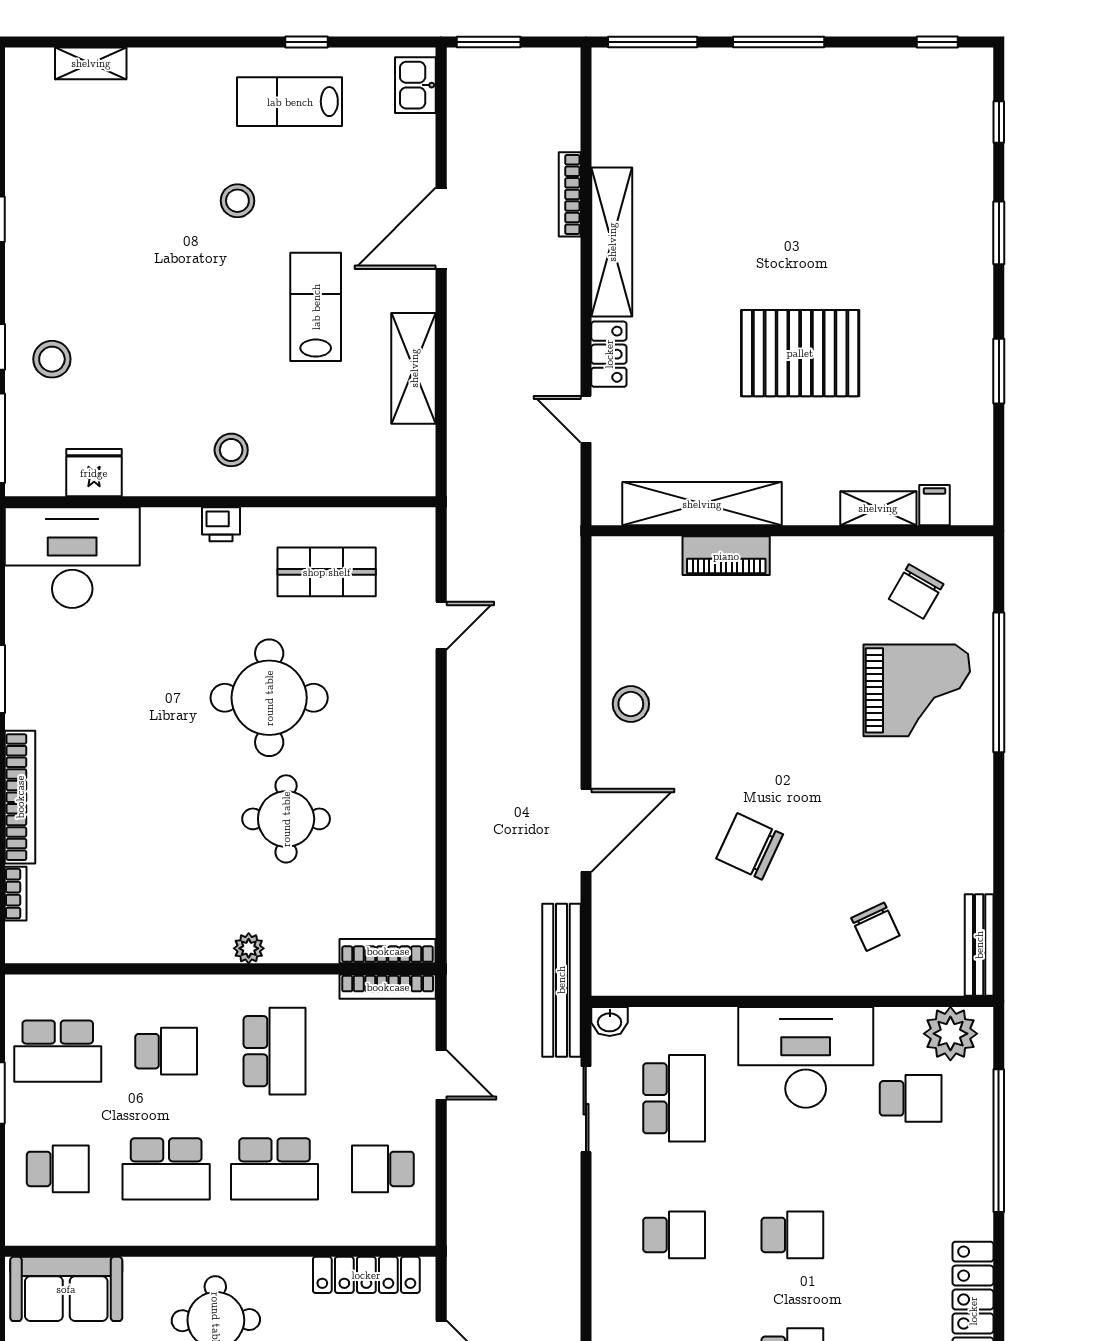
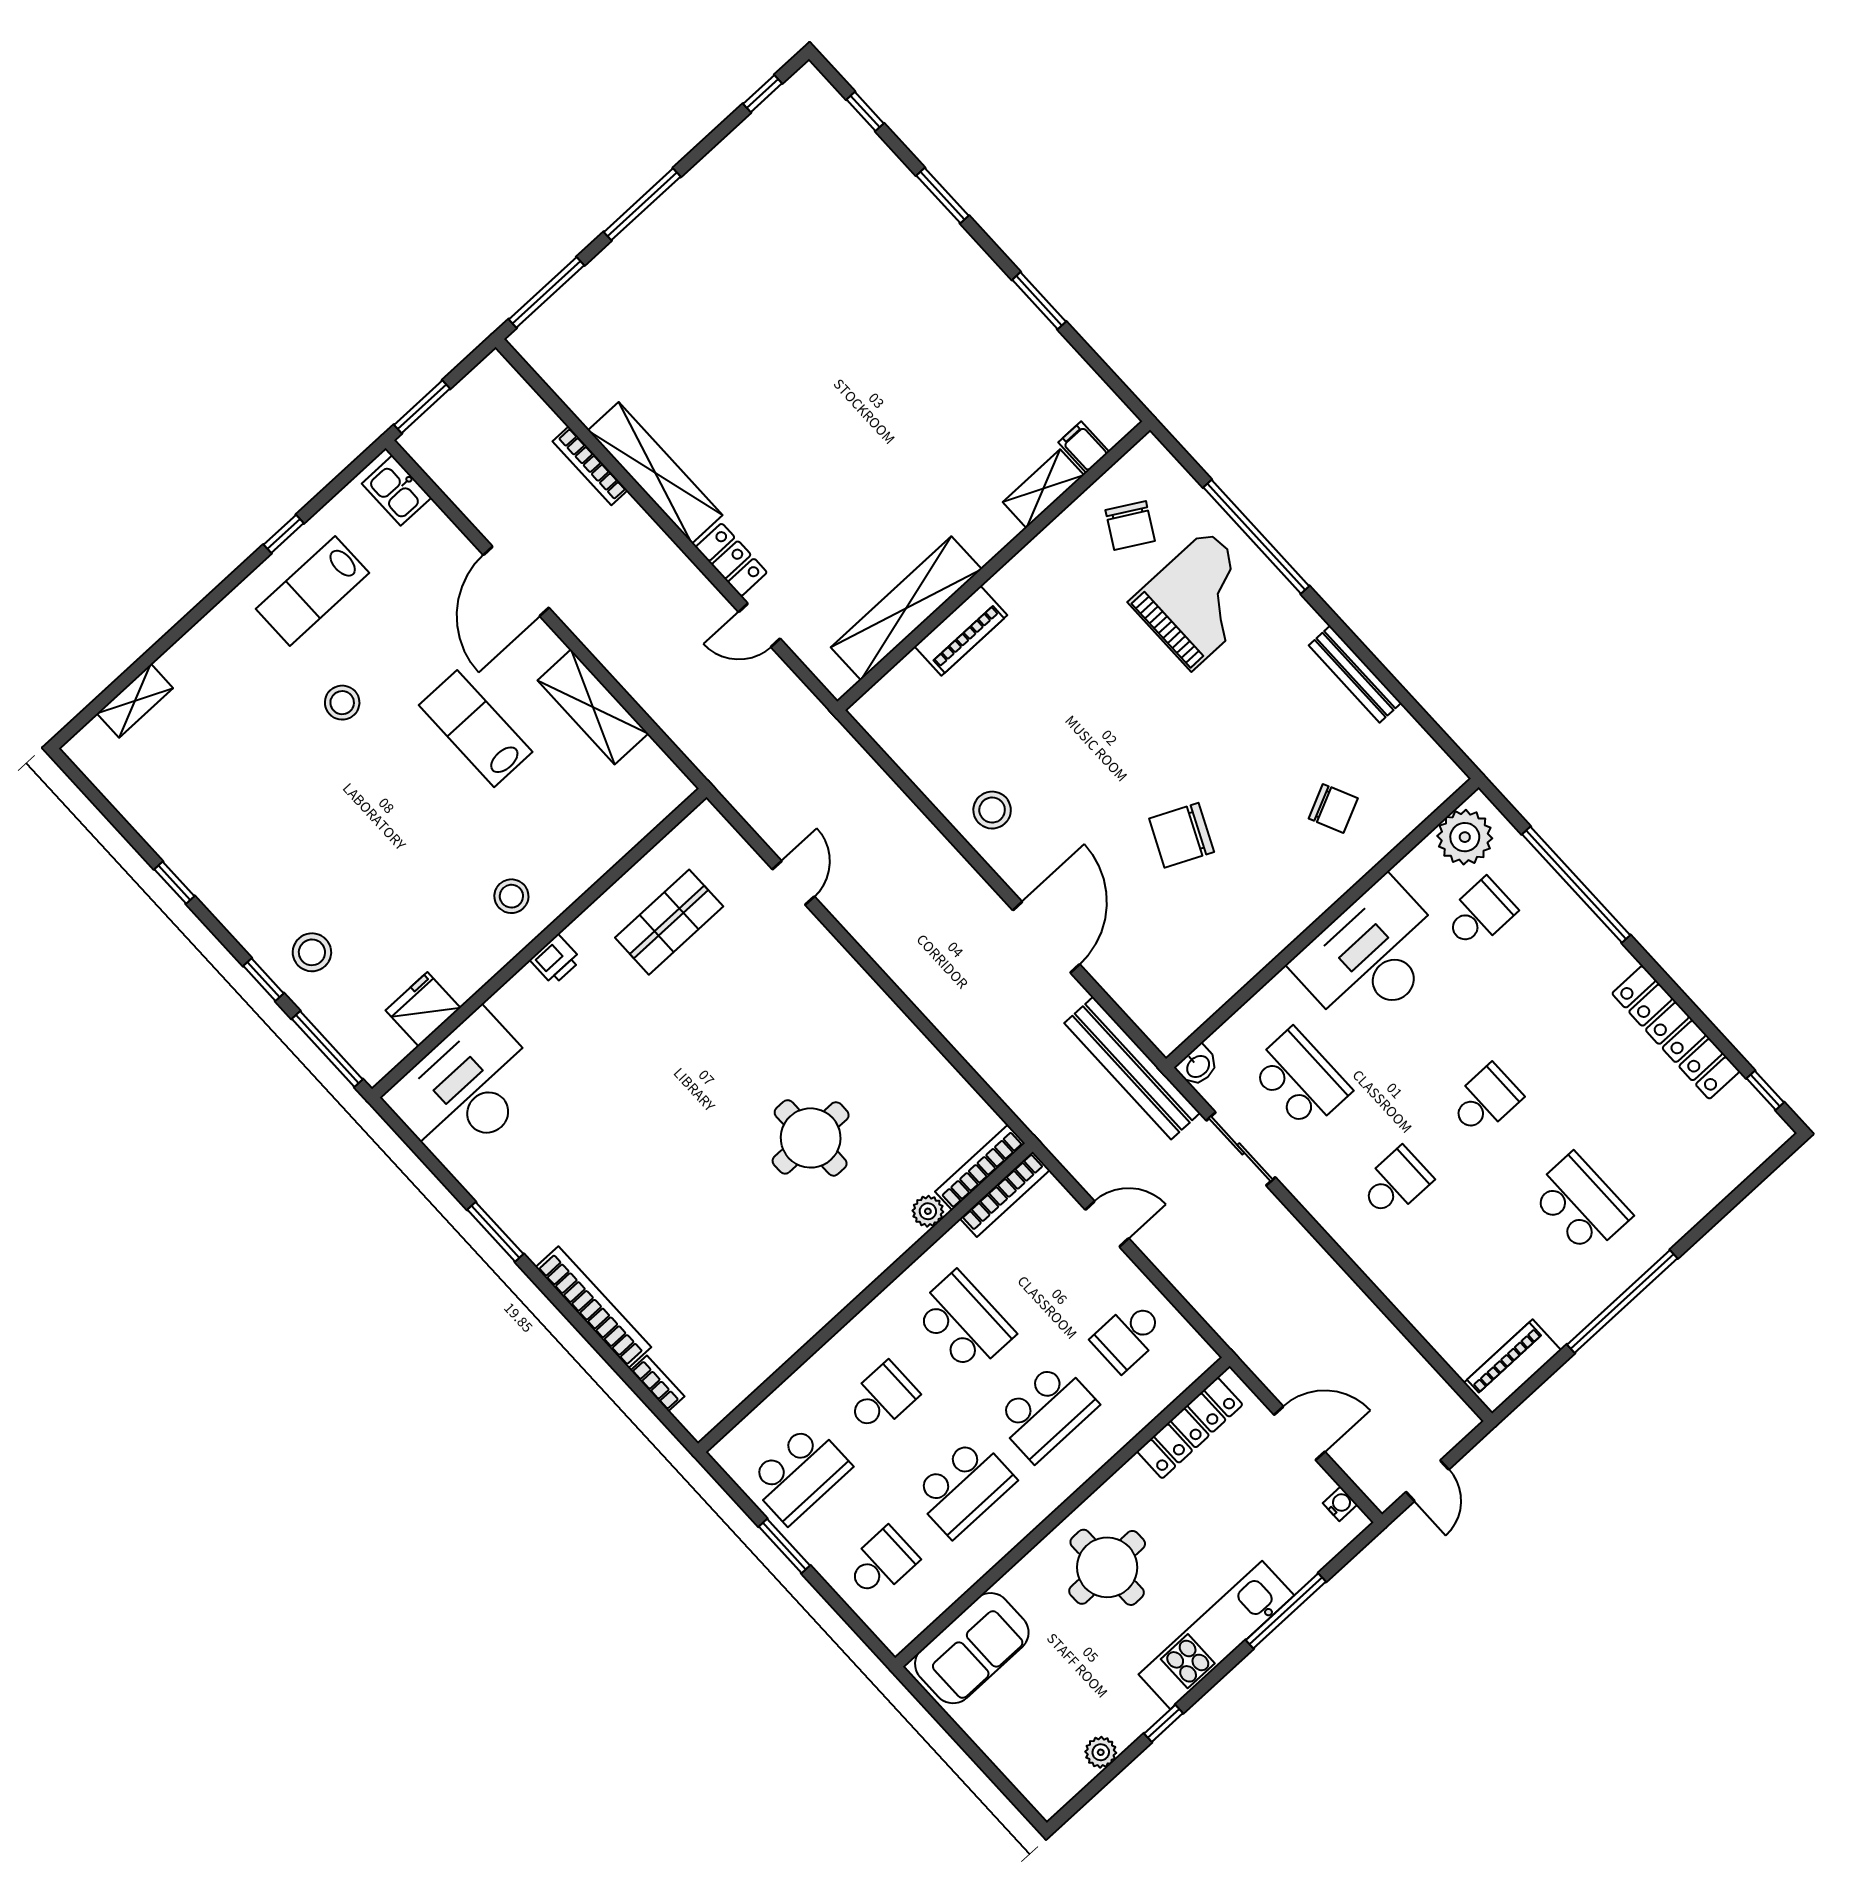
pallet: (800, 353) -> (876, 426), removed
round table: (269, 698) -> (713, 1058), removed
bench: (979, 945) -> (1355, 674), moved
plant: (249, 948) -> (928, 1211), moved

